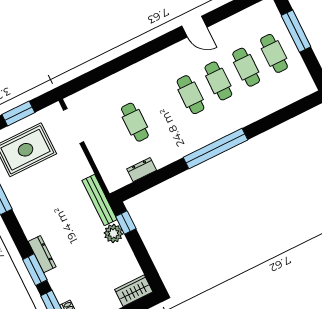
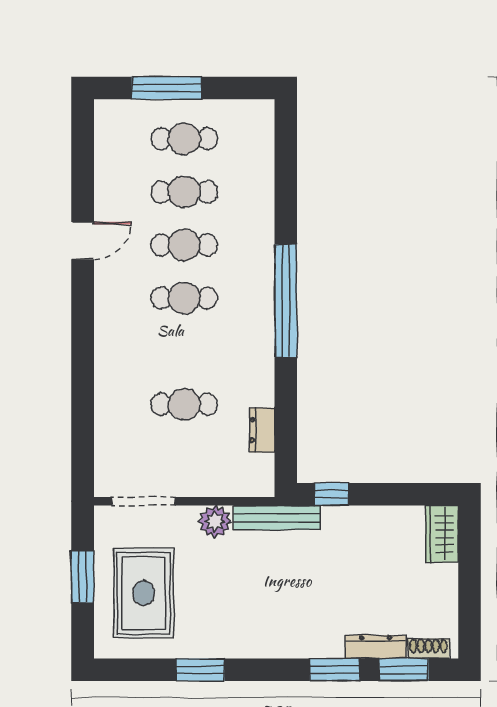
plant: (113, 233) -> (215, 522), moved
dresser: (42, 254) -> (376, 647), moved

